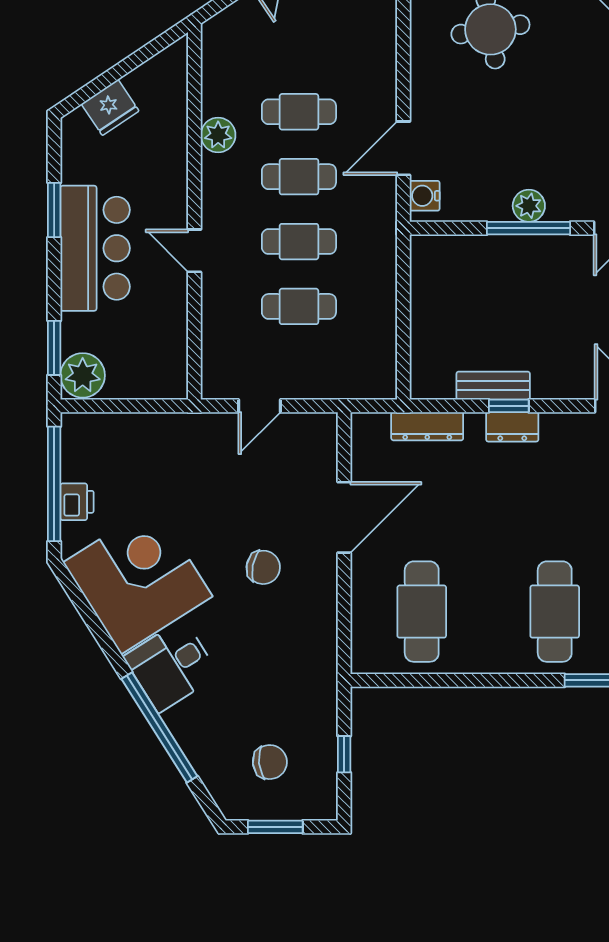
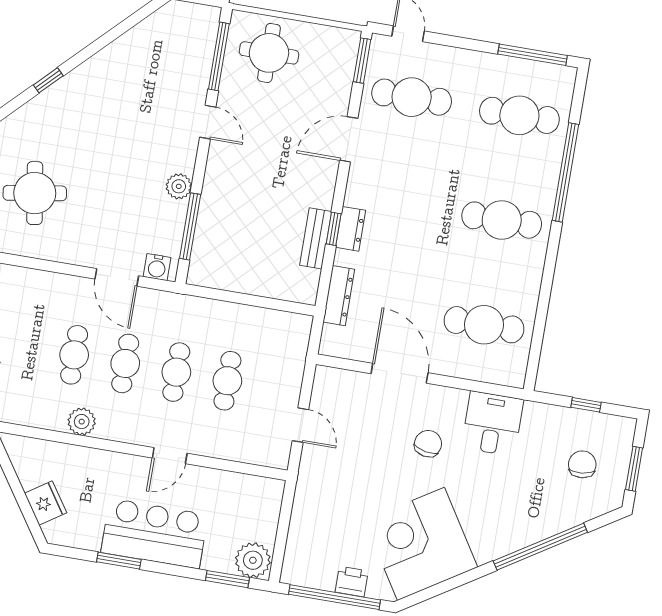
window: (528, 228) -> (190, 226), moved
desk: (171, 666) -> (492, 424), moved, turned -148

